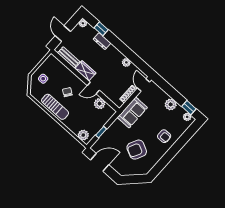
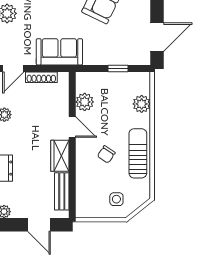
door: (63, 34) -> (39, 225), hinge flipped
plant: (83, 135) -> (142, 104), moved
door: (100, 162) -> (157, 37), swing flipped

